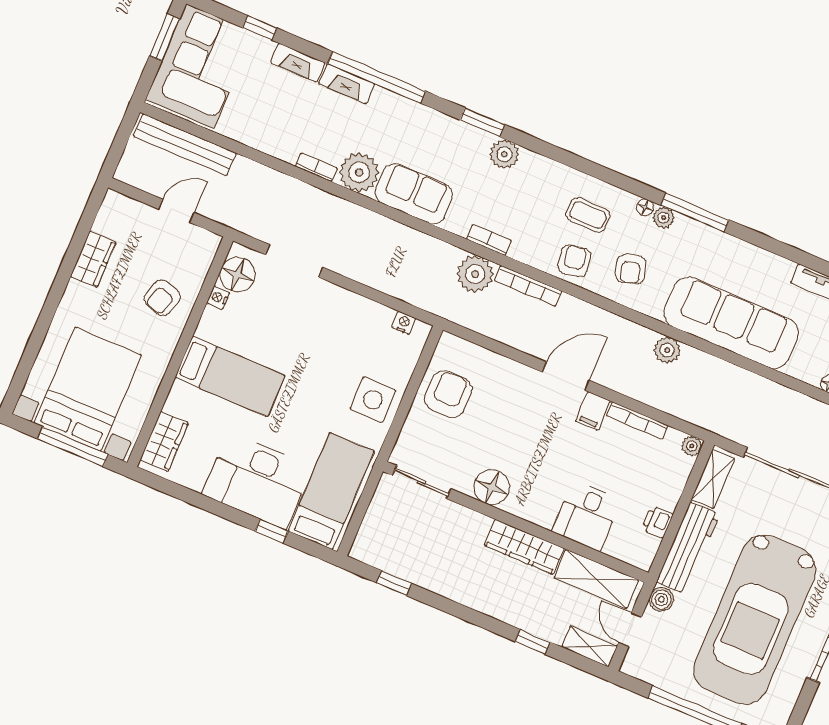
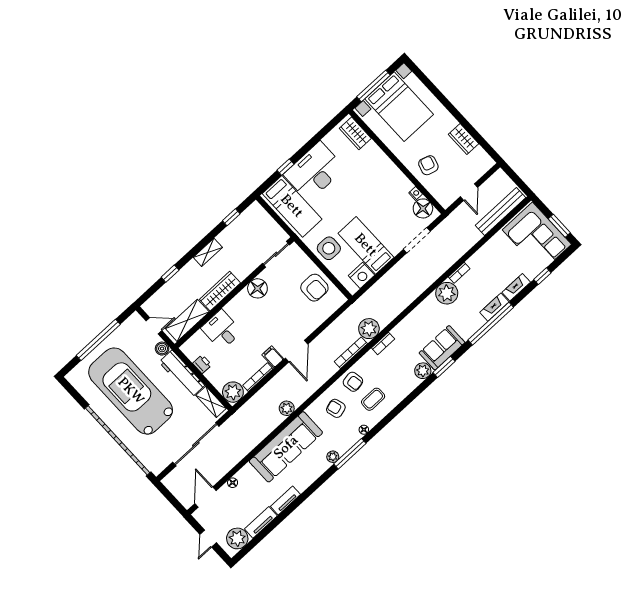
sofa: (414, 194) -> (442, 348), moved, turned 180
plant: (664, 218) -> (333, 457), moved
nightstand: (404, 323) -> (361, 275), width x1.89, depth x1.79
bed: (230, 376) -> (366, 245), moved, turned 90
plant: (692, 446) -> (233, 392), width x1.88, depth x1.88
shelving: (589, 647) -> (208, 252), moved

